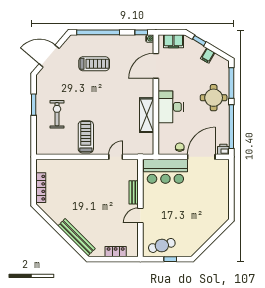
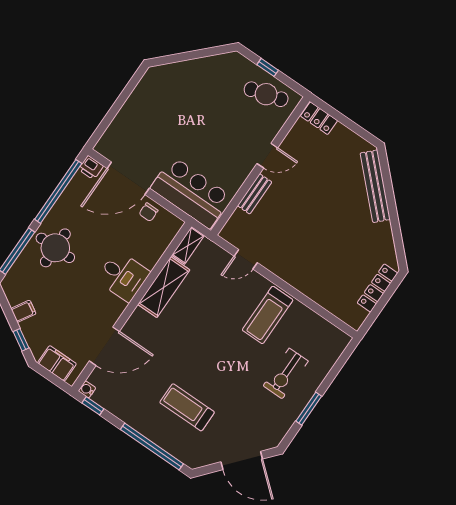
desk: (171, 107) -> (123, 276), width x0.73
shelving: (149, 144) -> (188, 245), added
locker: (116, 252) -> (319, 118), moved

